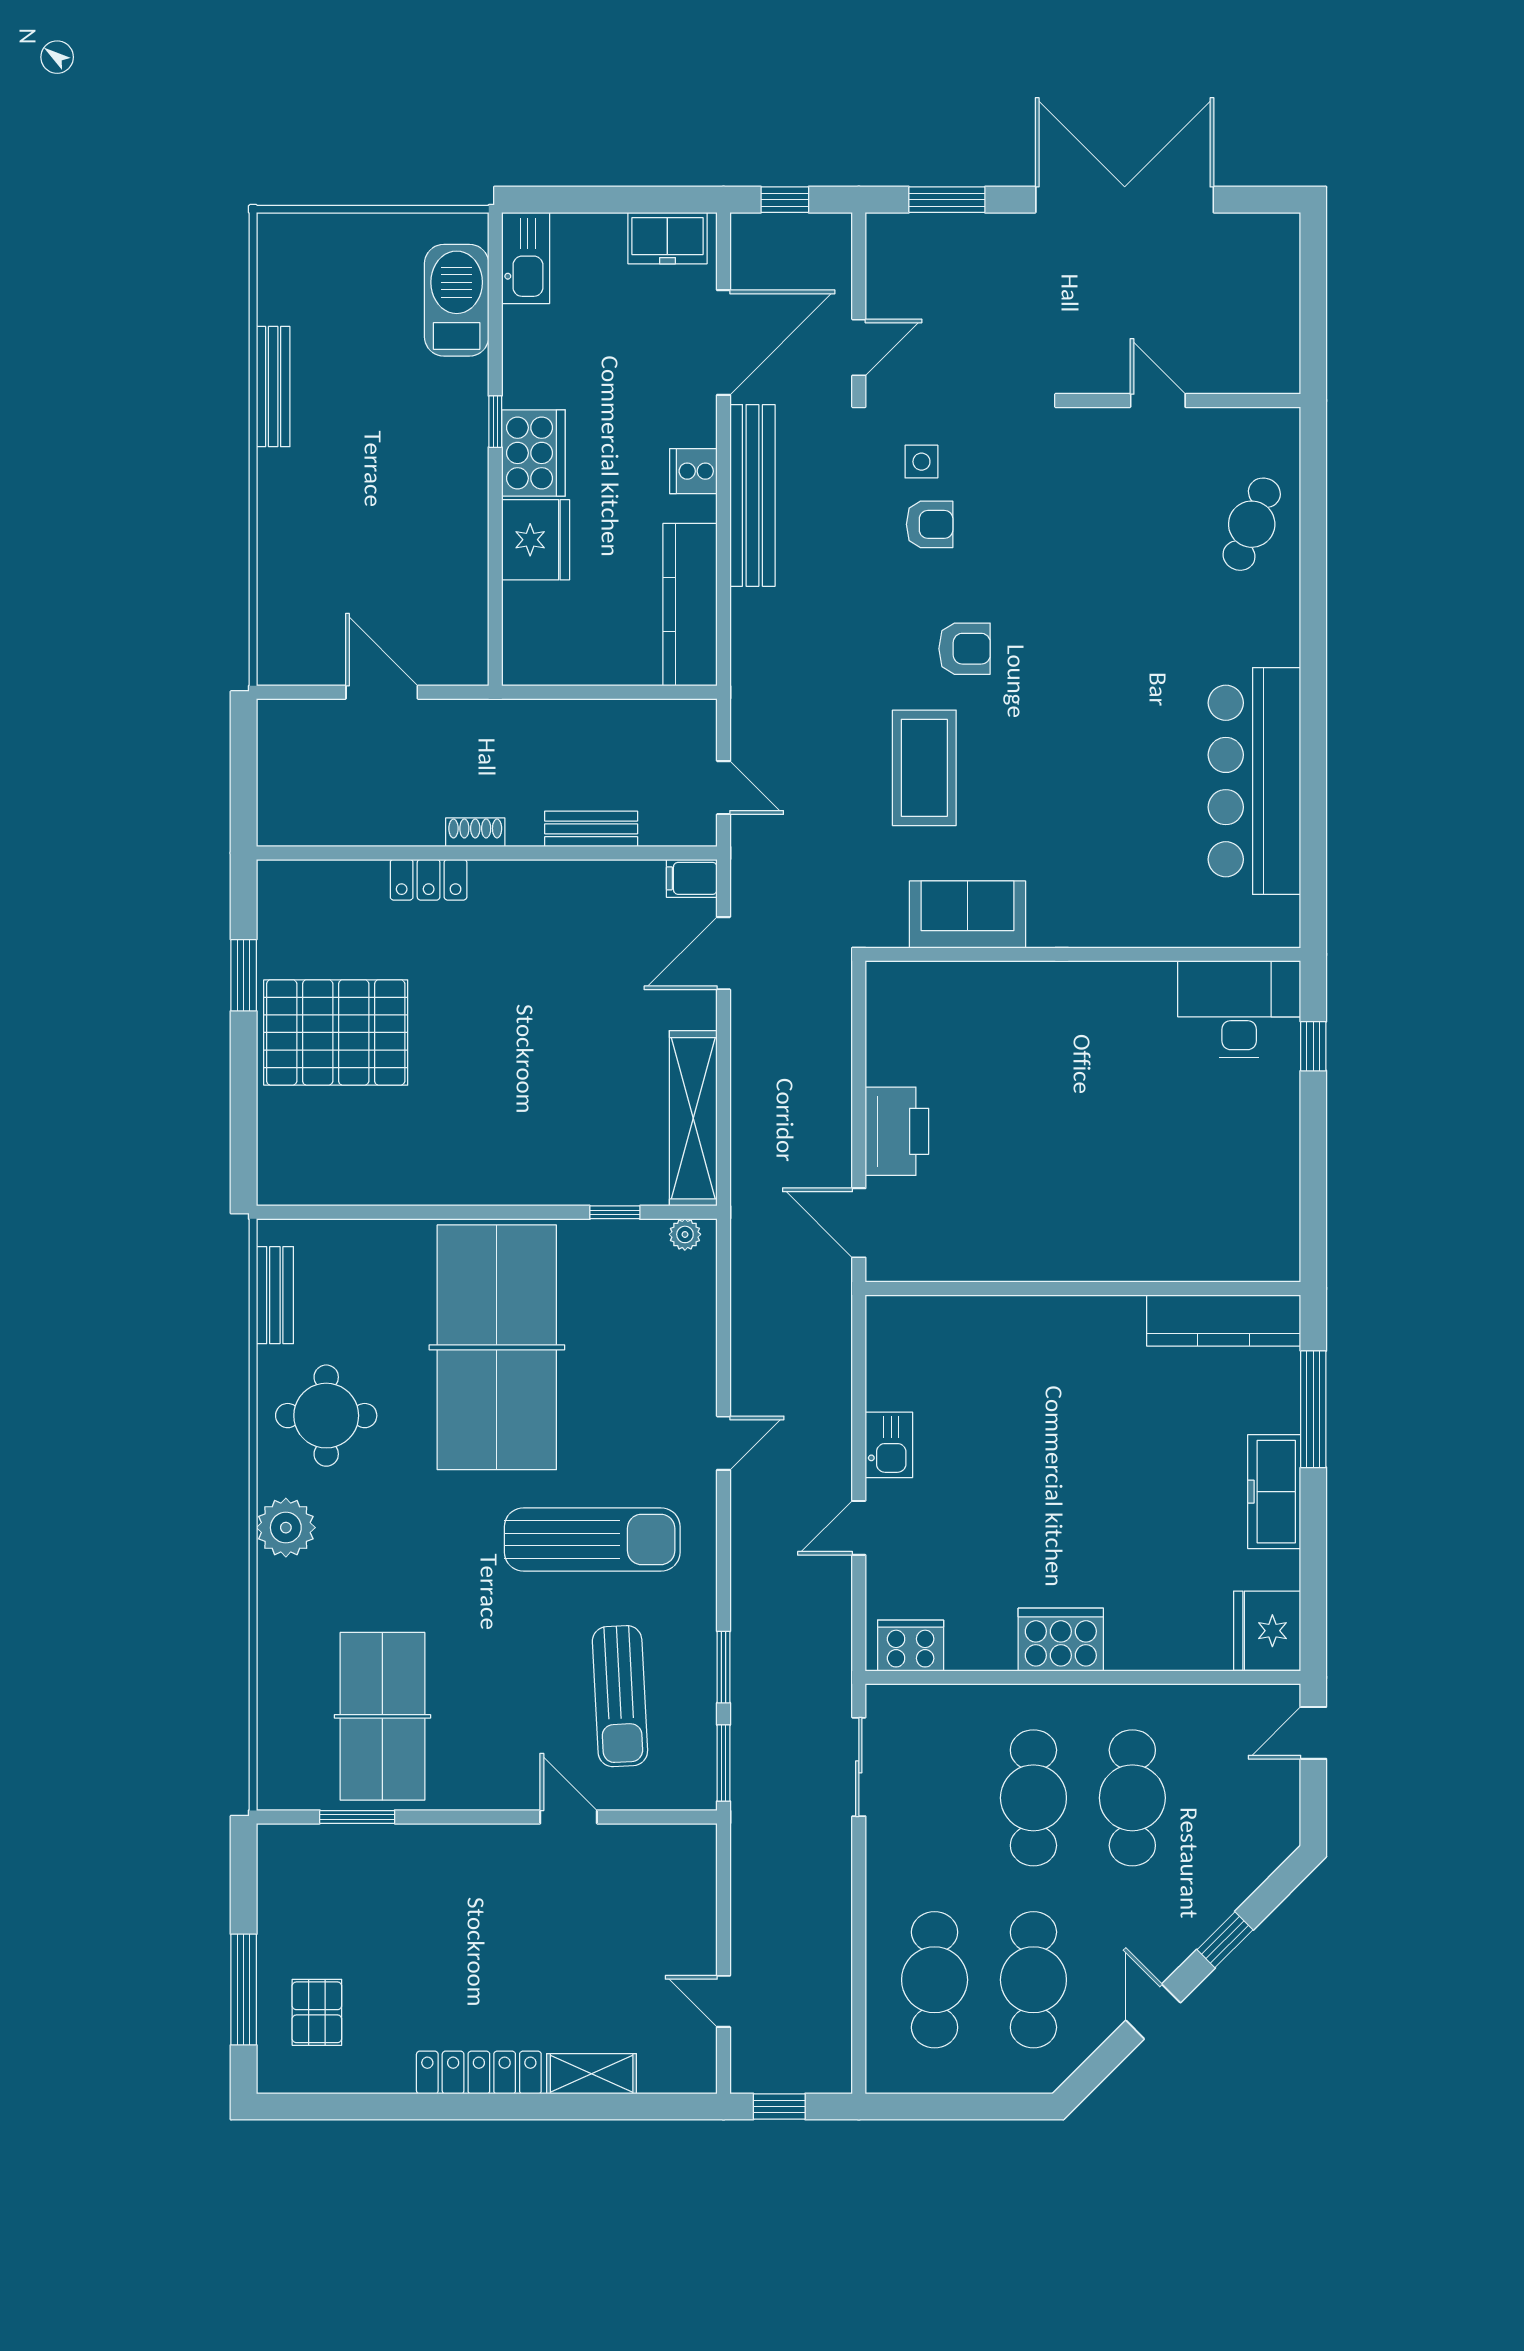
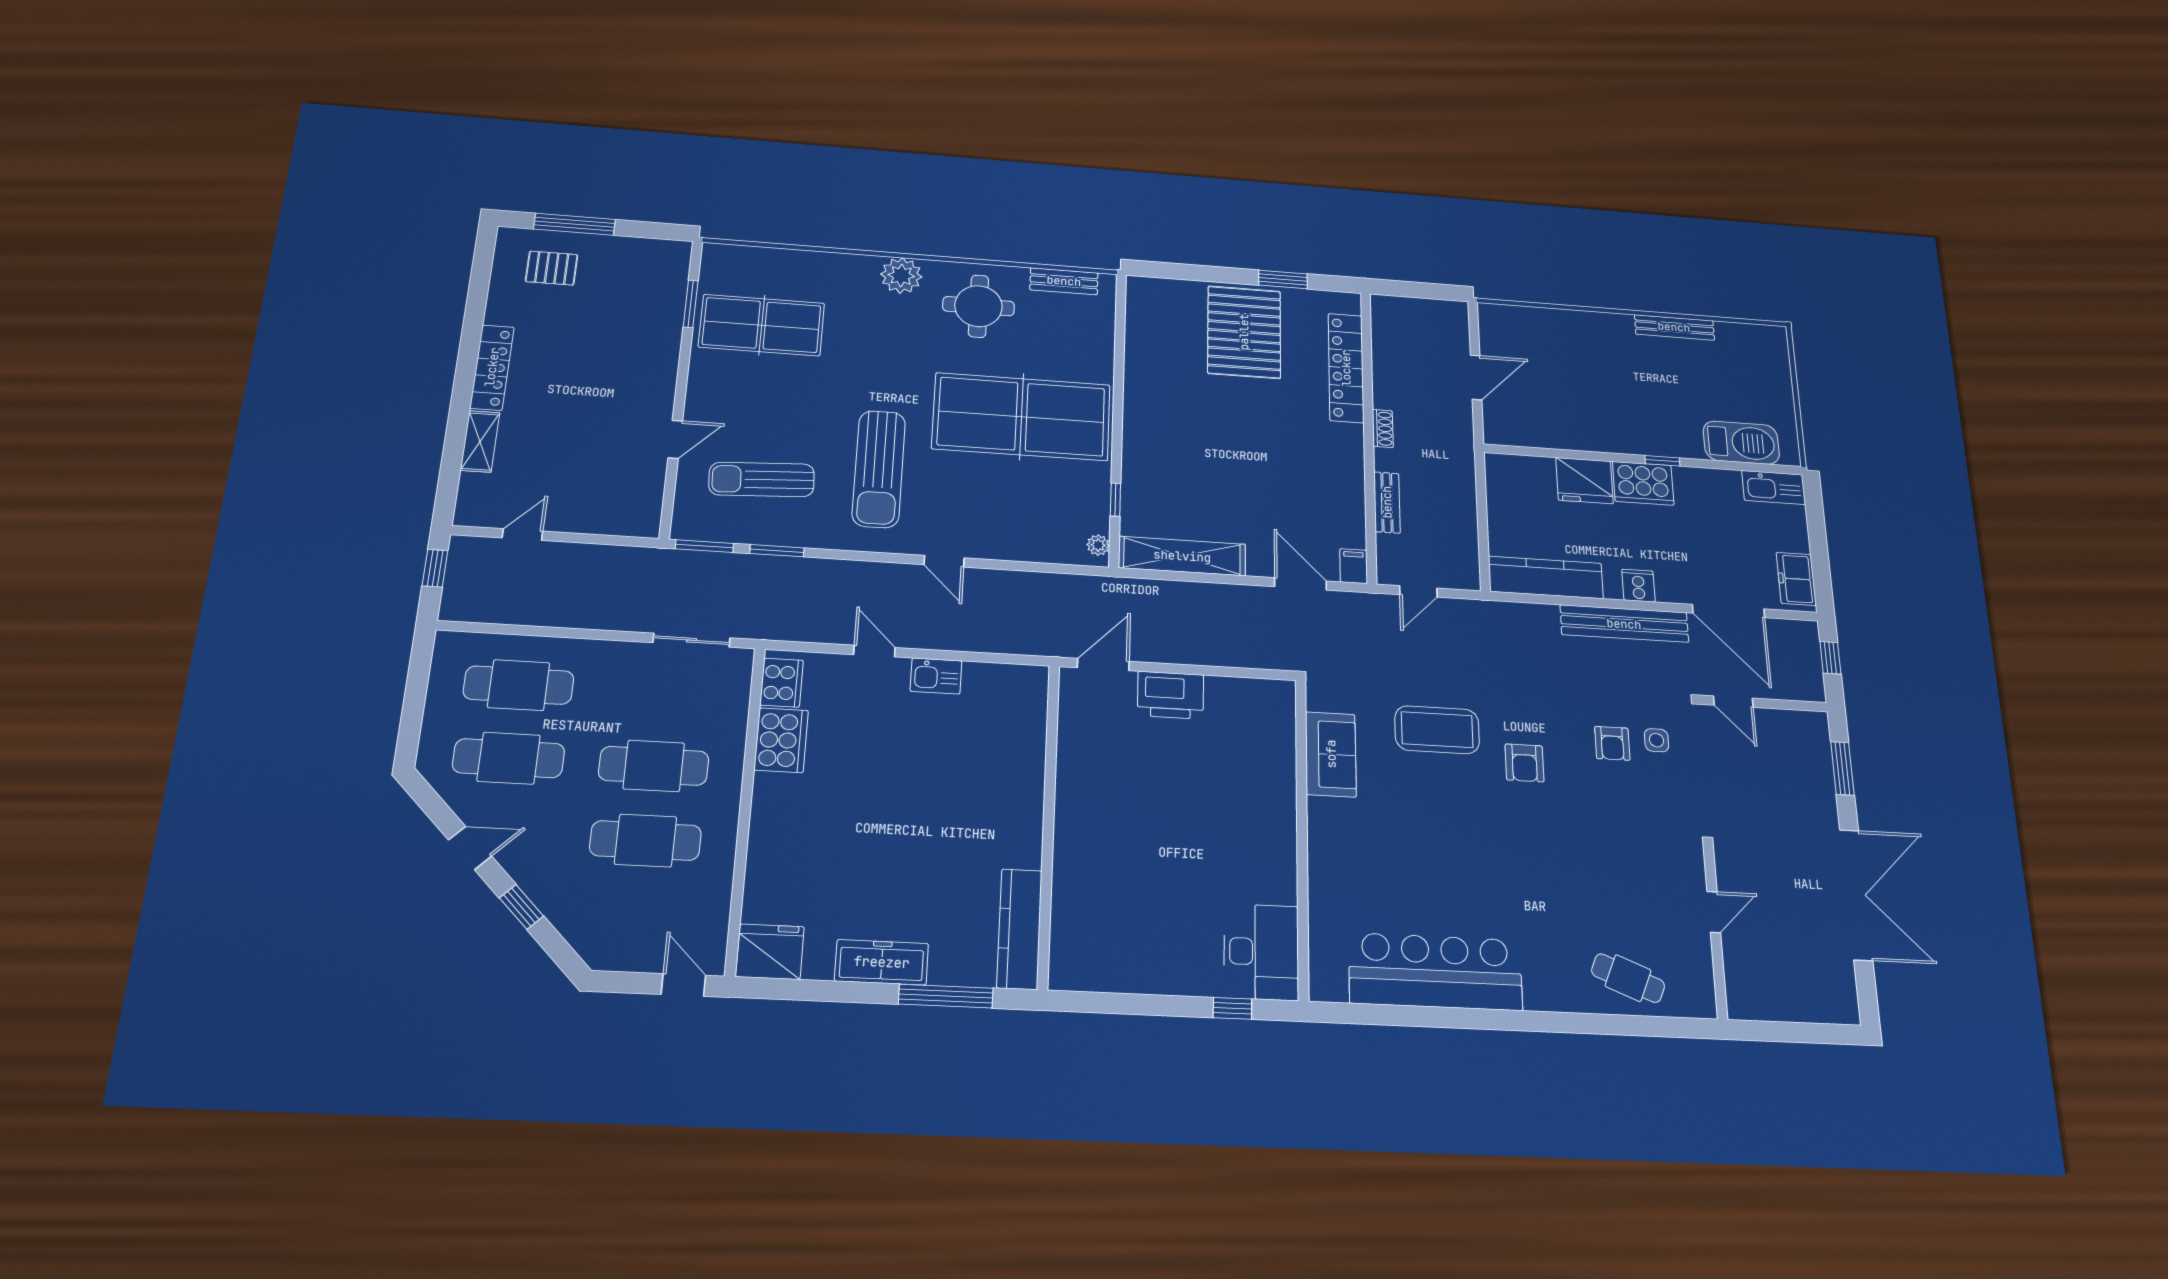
locker: (429, 880) -> (1346, 368), width x2.16, depth x1.21
cooker: (1061, 1640) -> (781, 740), moved

